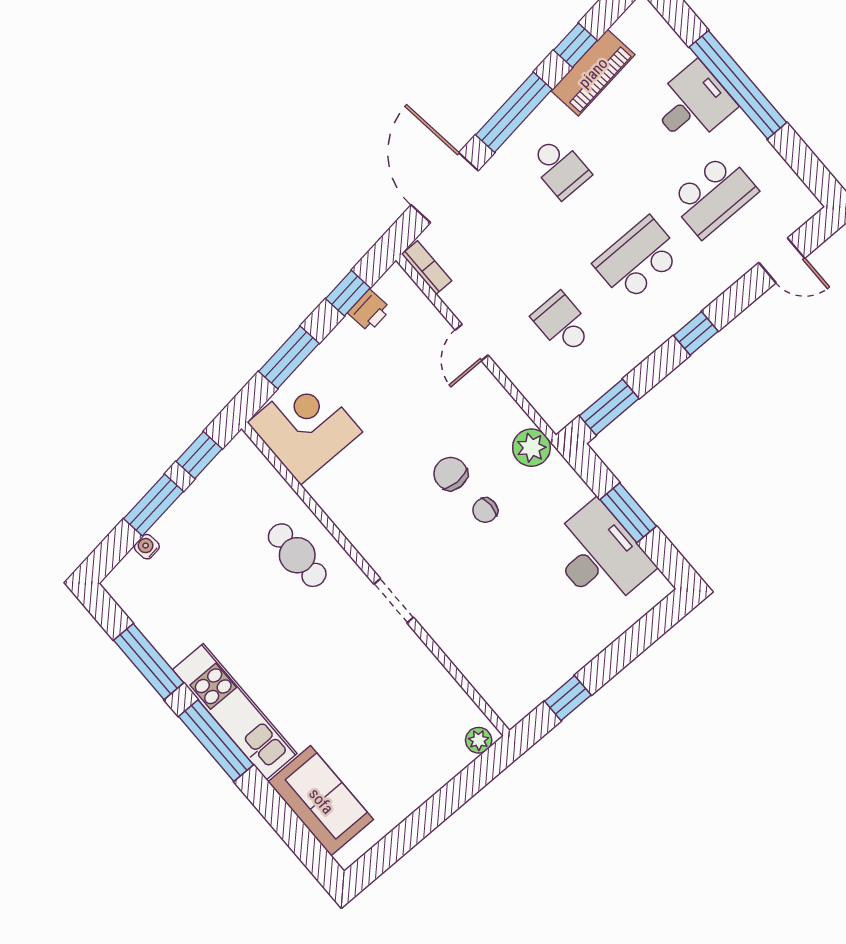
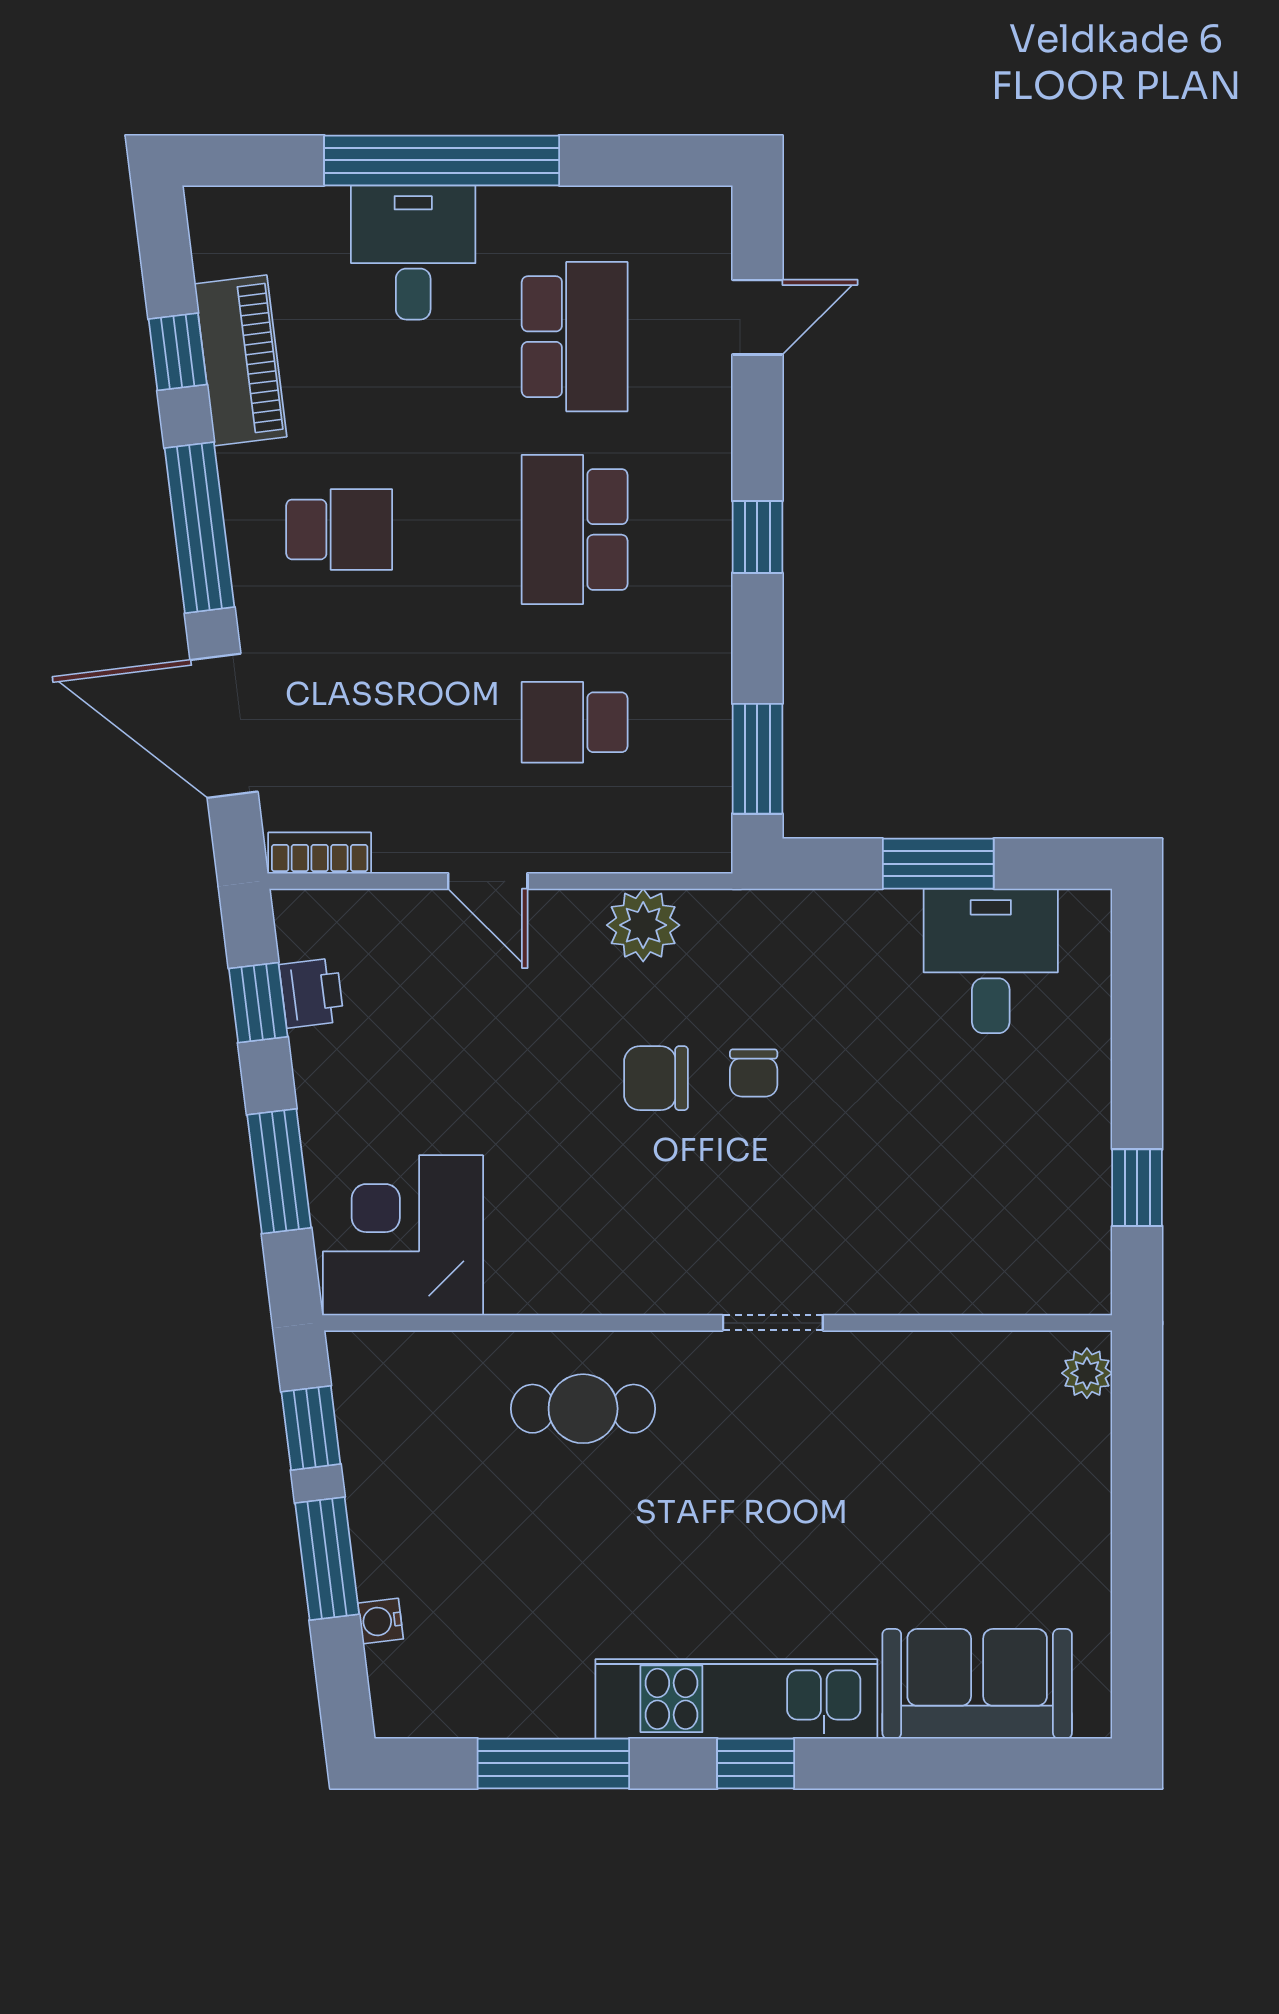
plant: (531, 448) -> (643, 925), moved
desk: (599, 556) -> (991, 961), width x0.73
window: (216, 741) -> (756, 1763), width x0.46

